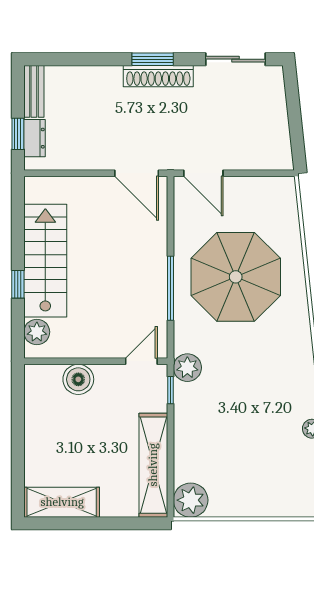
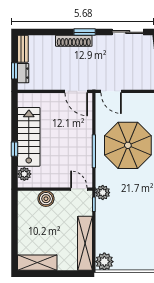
shoe rack: (158, 76) -> (74, 41), moved
door: (141, 361) -> (79, 189), hinge flipped

